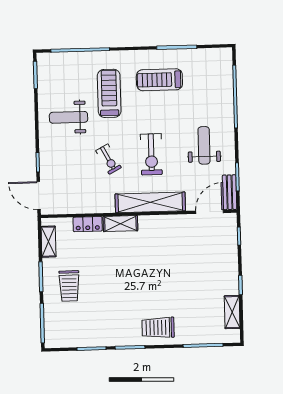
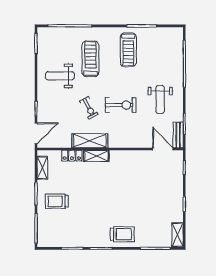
treadmill: (159, 80) -> (128, 50), turned -90
weight bench: (204, 145) -> (160, 99), turned 180
exercise bike: (151, 154) -> (121, 105), turned -90
door: (39, 196) -> (36, 133), swing flipped
shelving: (150, 202) -> (90, 141), moved, width x0.68
door: (210, 212) -> (163, 149), hinge flipped
trolley: (69, 286) -> (57, 201), turned 90
shelving: (232, 312) -> (178, 235), moved
trolley: (158, 328) -> (122, 234), turned 180

